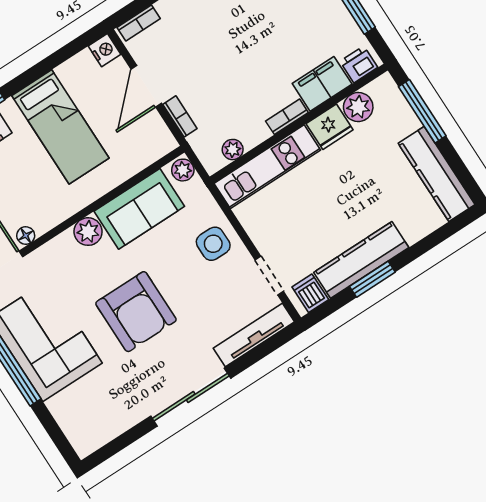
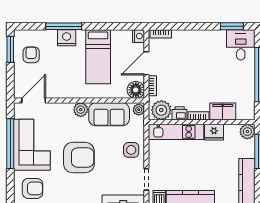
printer: (359, 64) -> (180, 113), moved
plant: (358, 107) -> (247, 132), moved
plant: (233, 150) -> (161, 110), width x1.88, depth x1.88
floor lamp: (26, 236) -> (136, 90), moved, width x1.89, depth x1.89
armchair: (136, 312) -> (79, 158), turned -90
armchair: (93, 411) -> (33, 188), added

